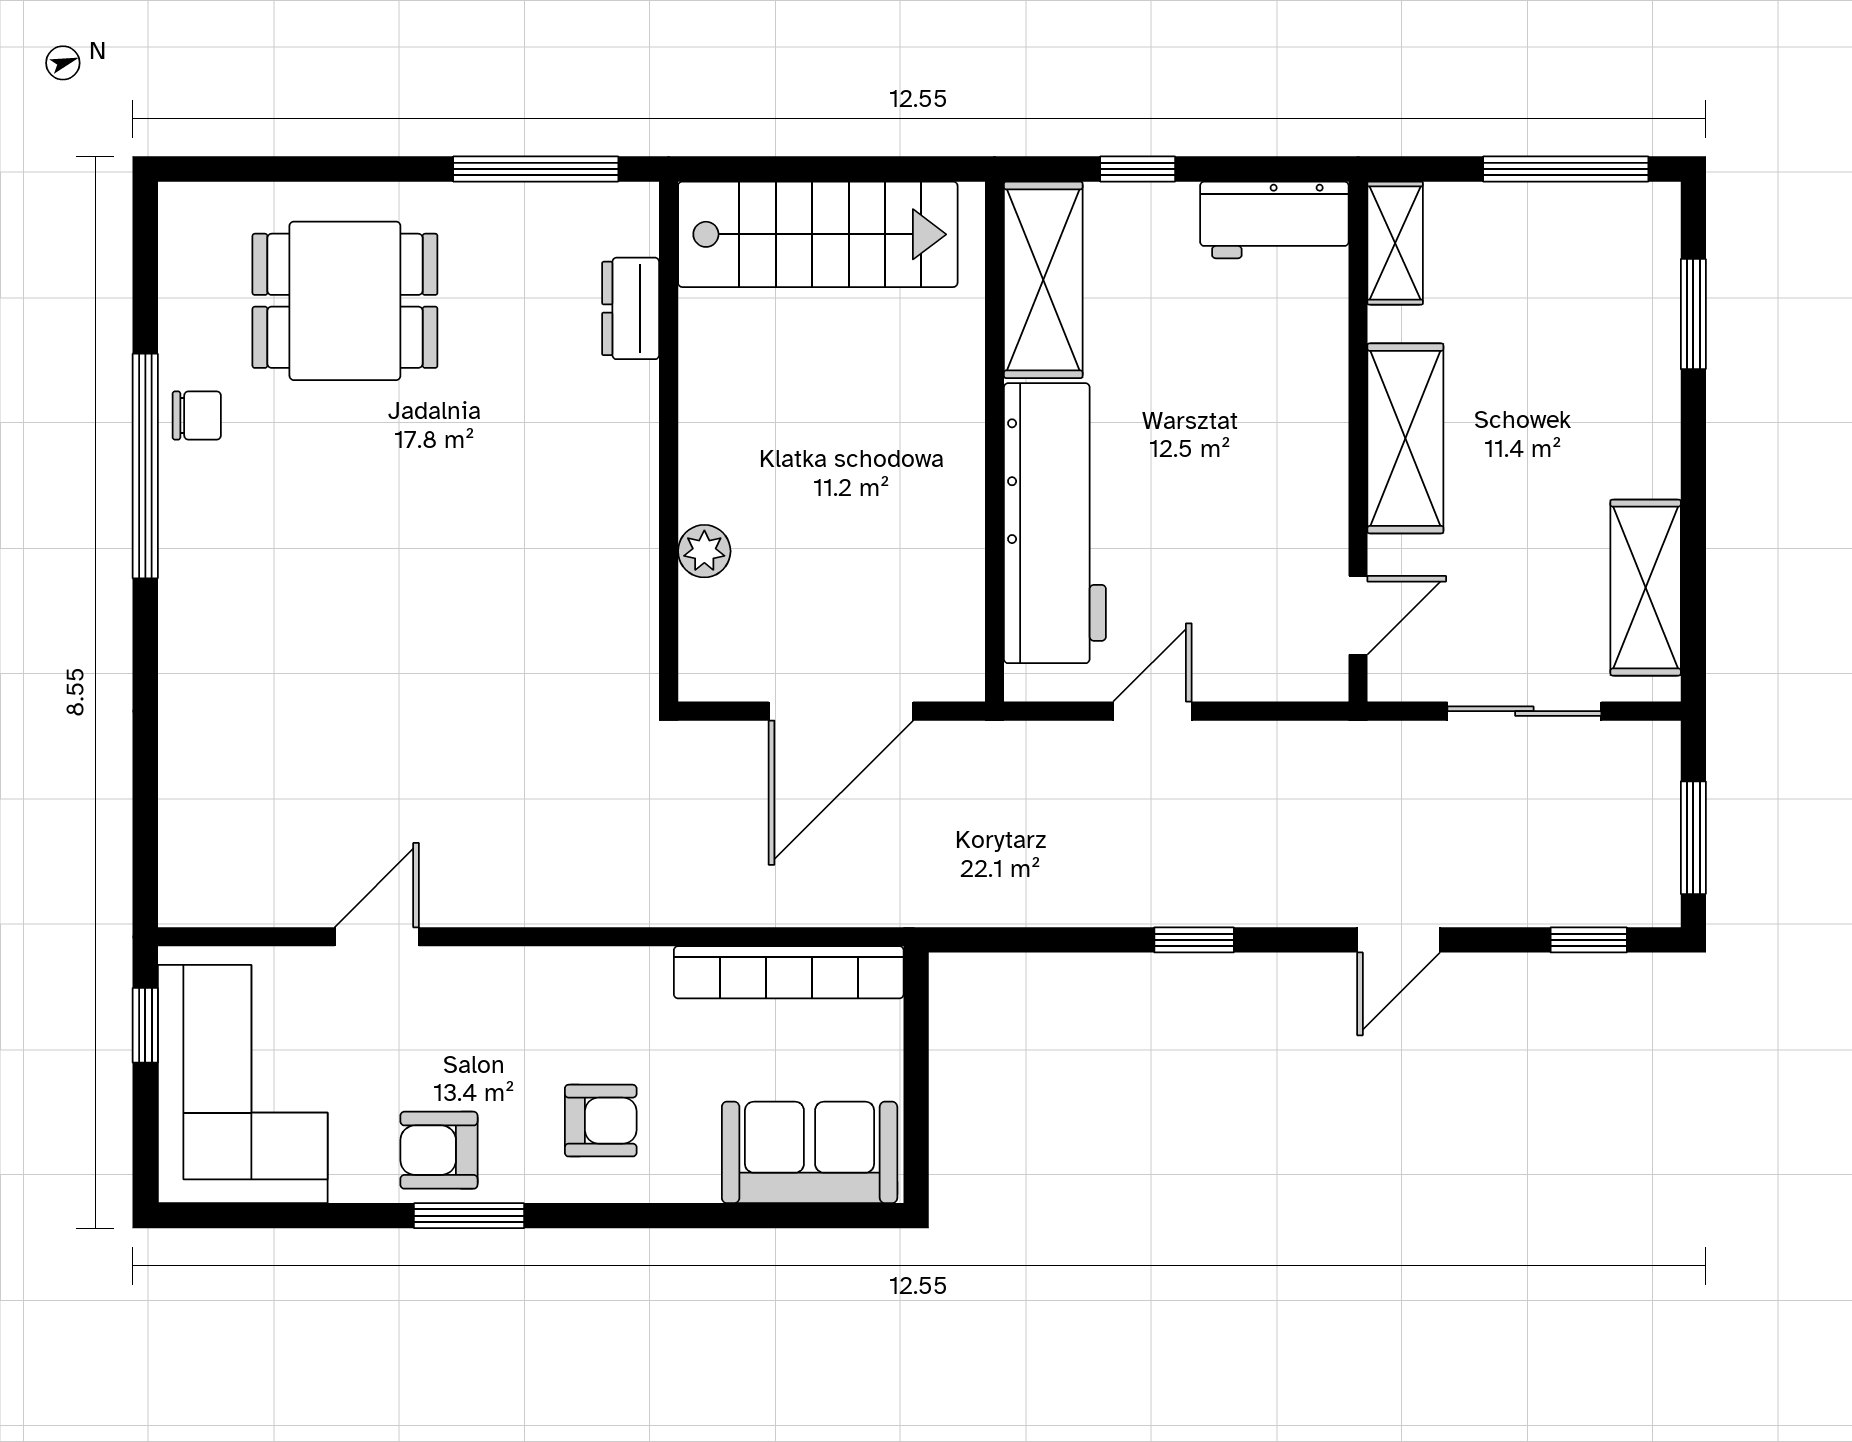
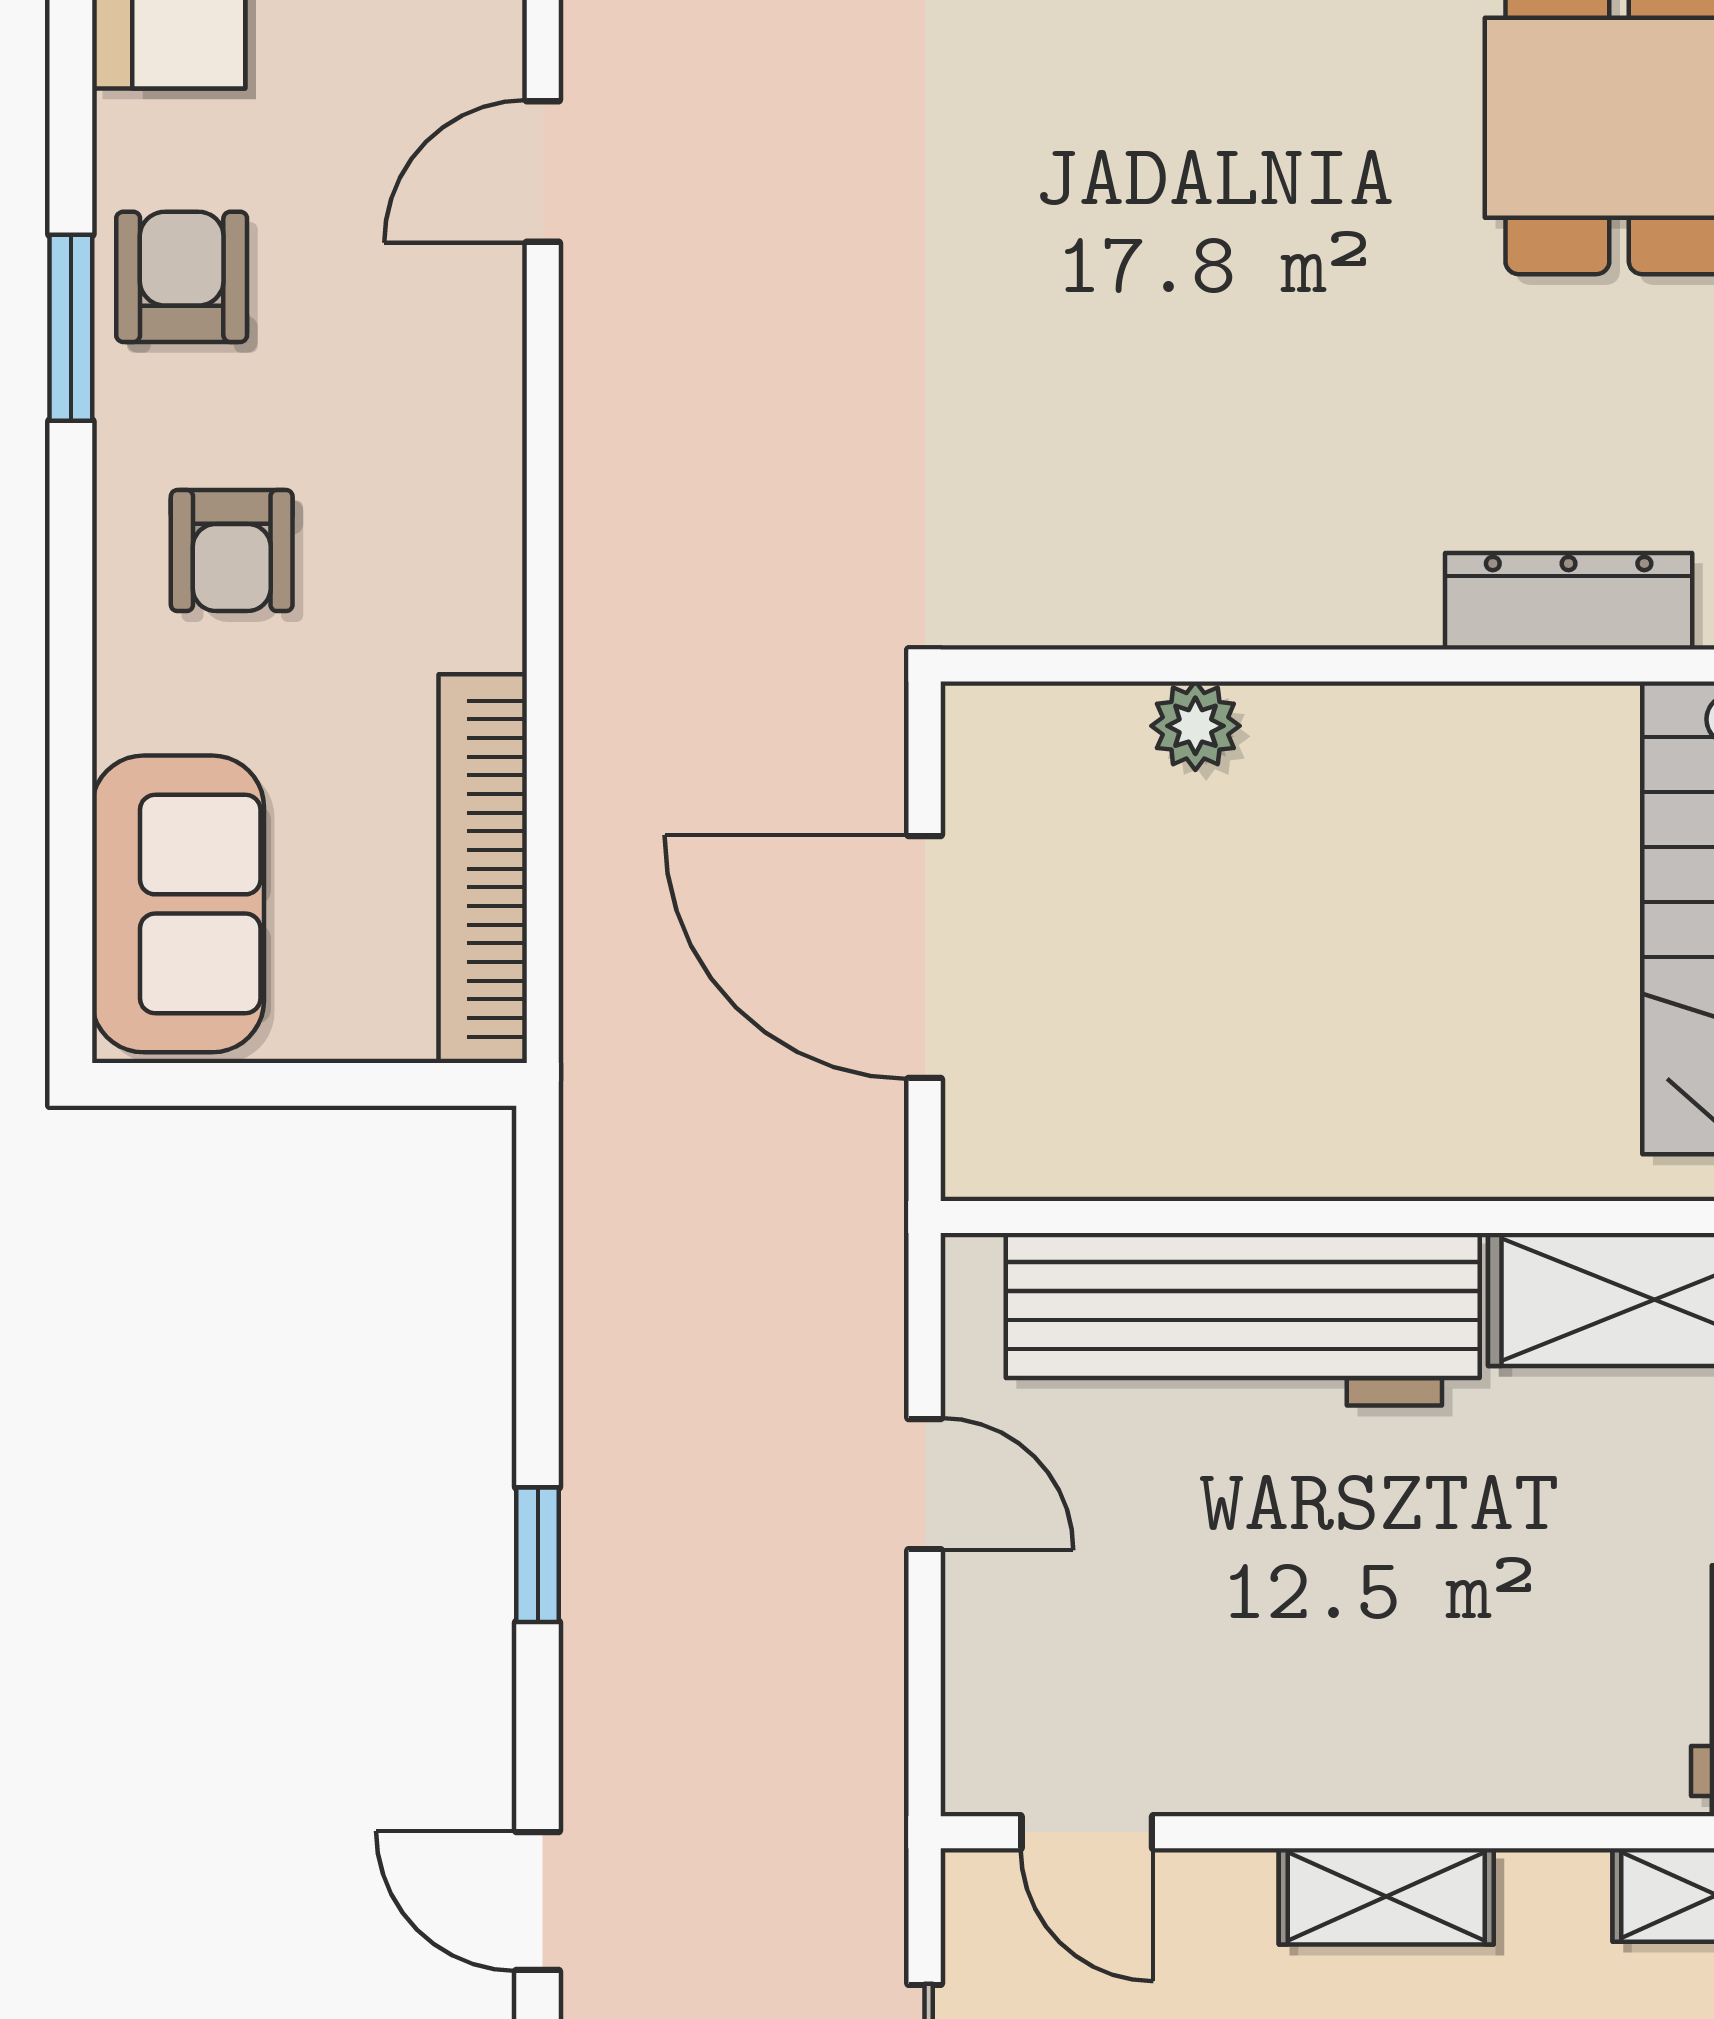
dresser: (631, 308) -> (1569, 601), width x1.44
shelving: (1405, 438) -> (1386, 1896), width x0.67, depth x0.75
door: (377, 937) -> (543, 171), swing flipped

